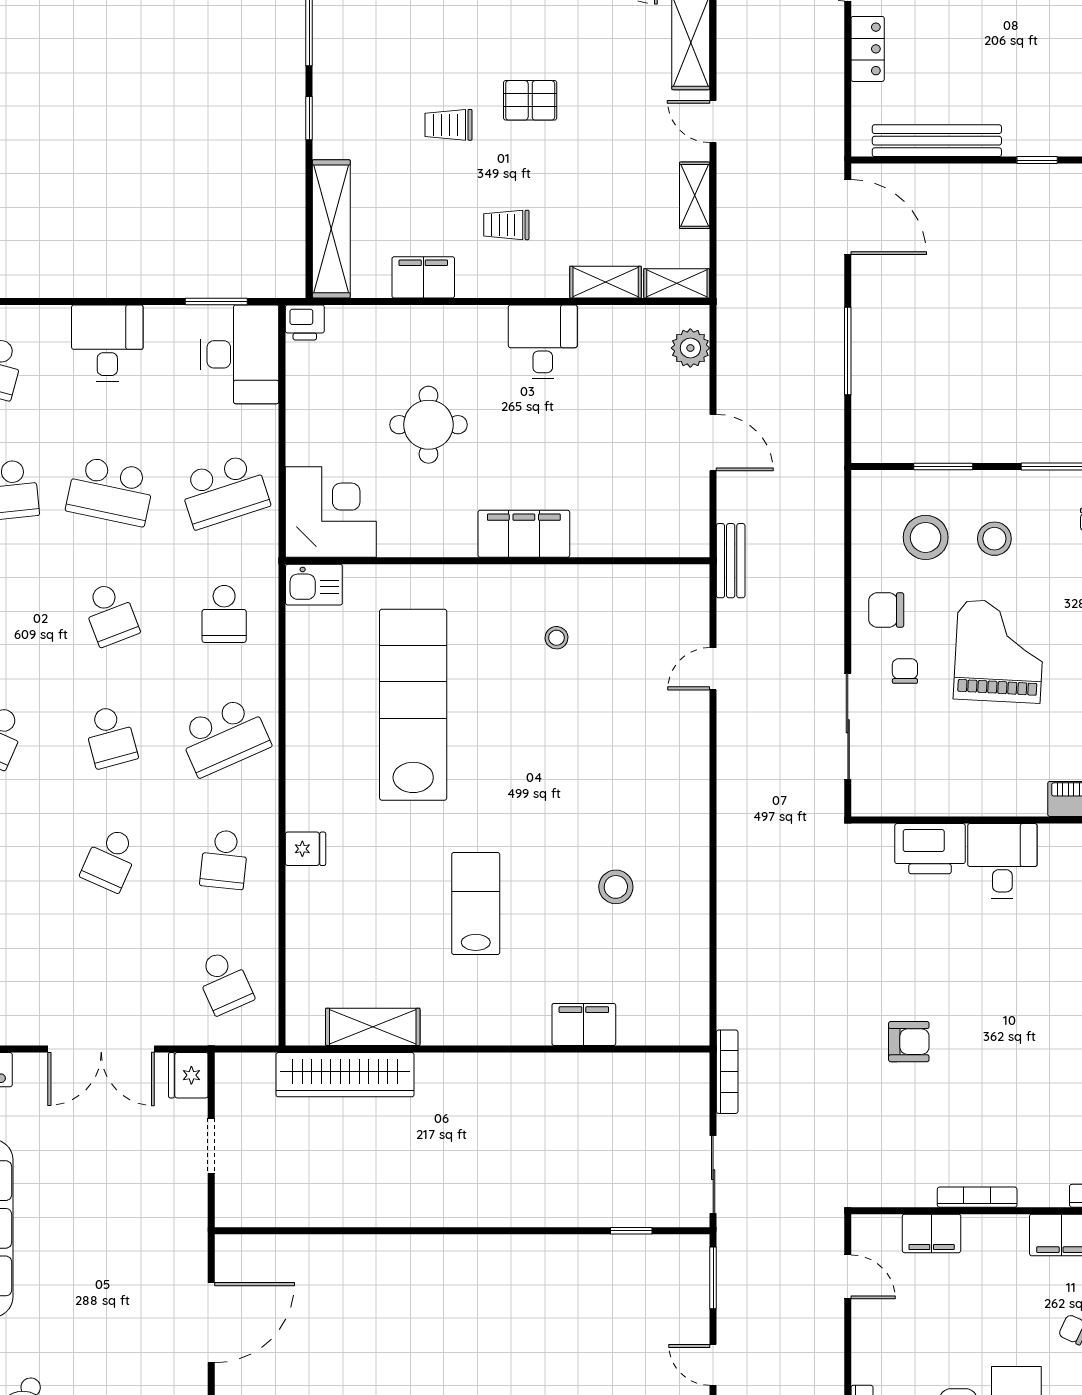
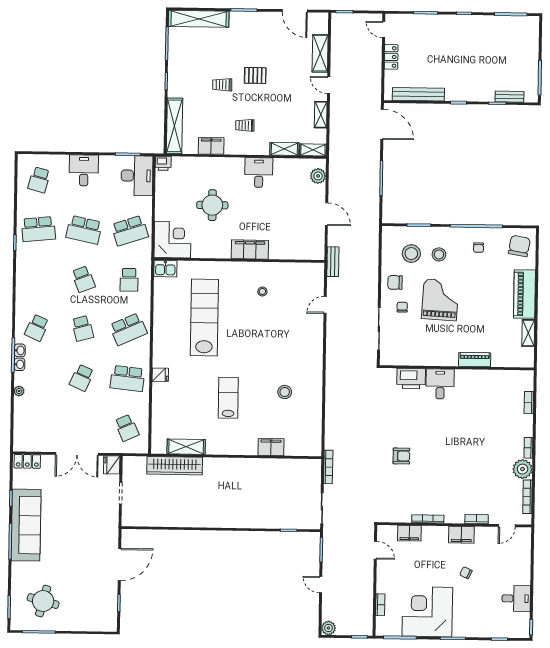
school desk: (224, 859) -> (127, 378), width x1.85

